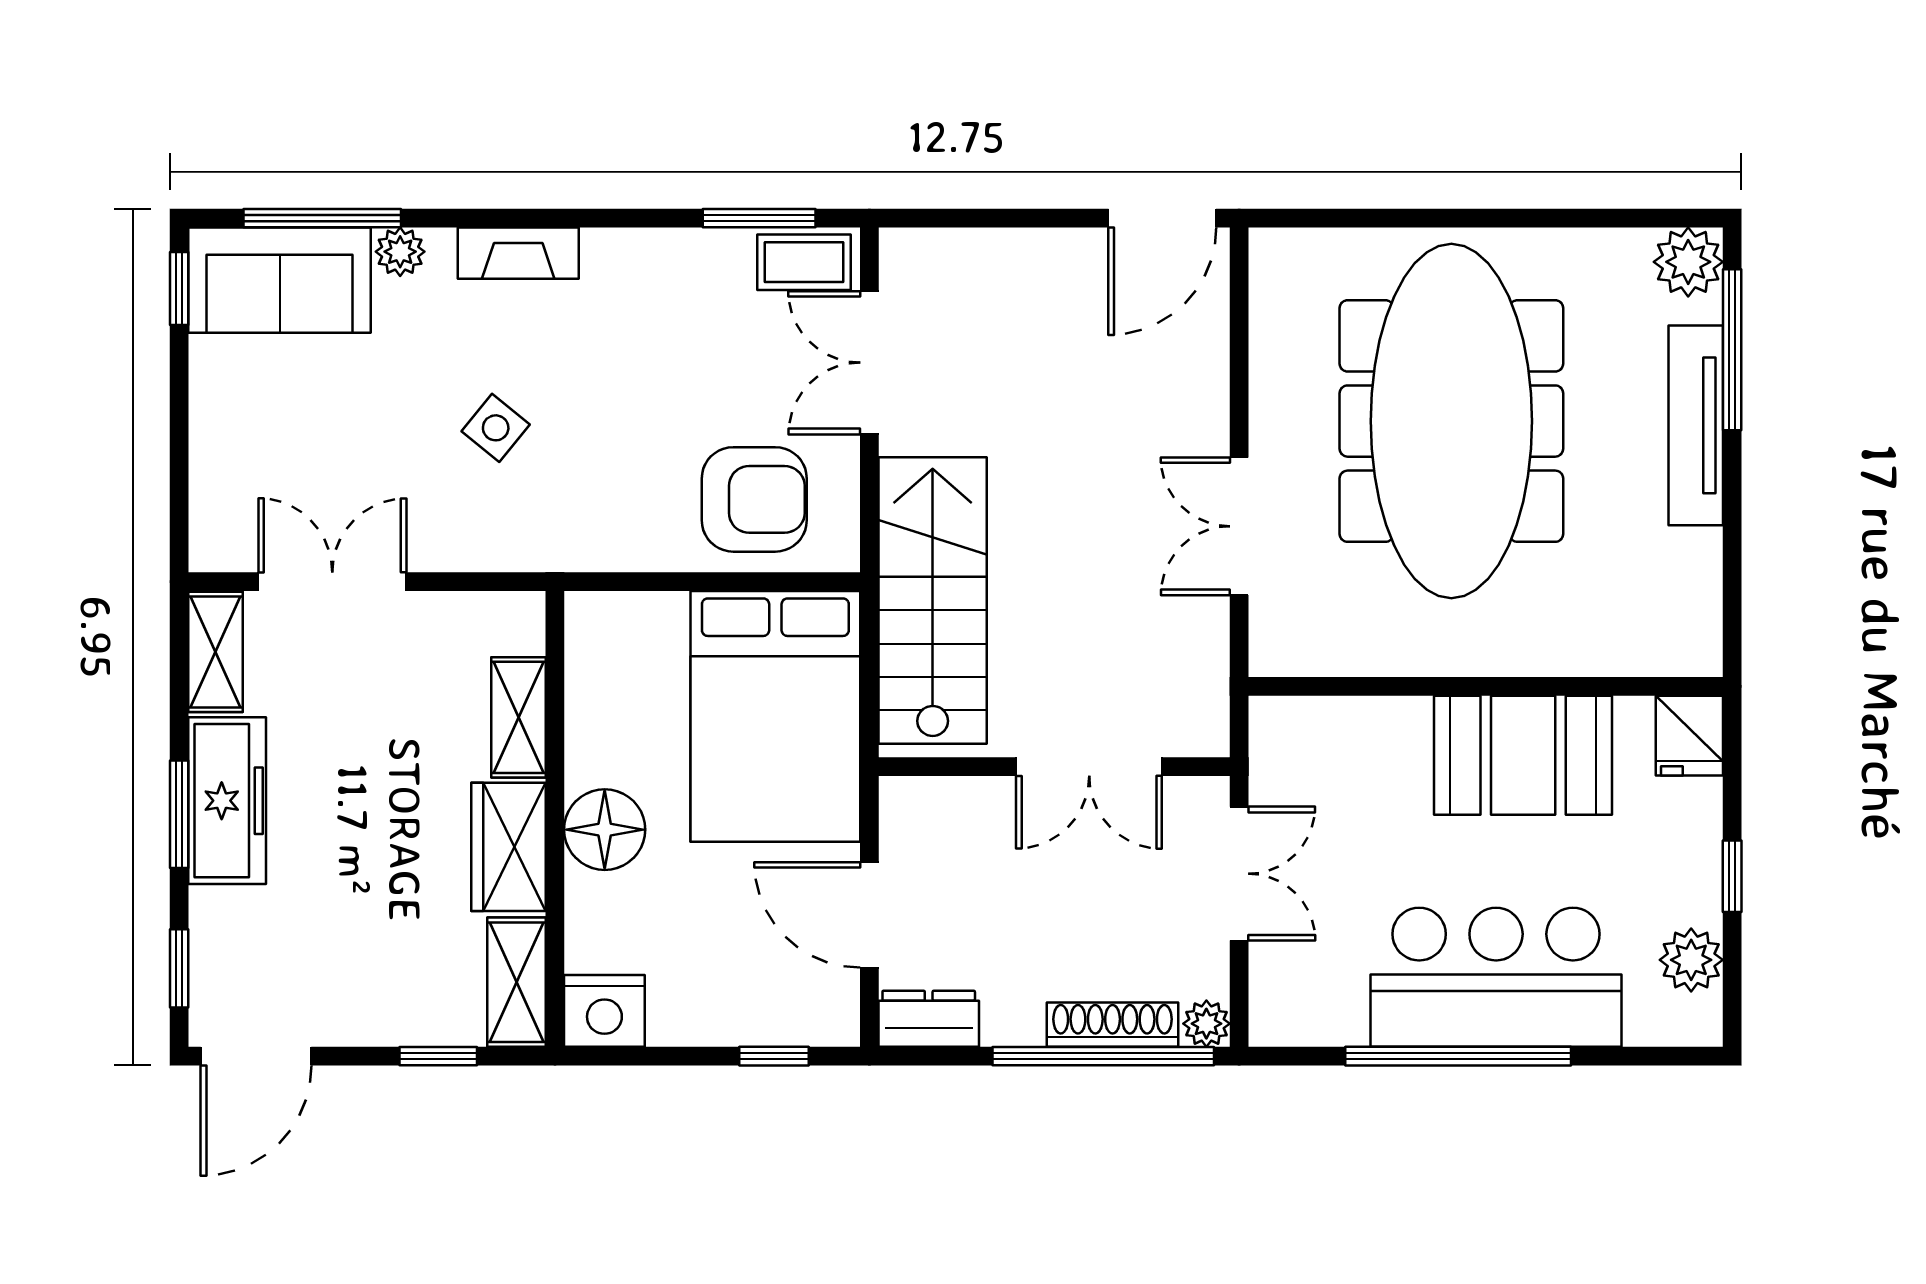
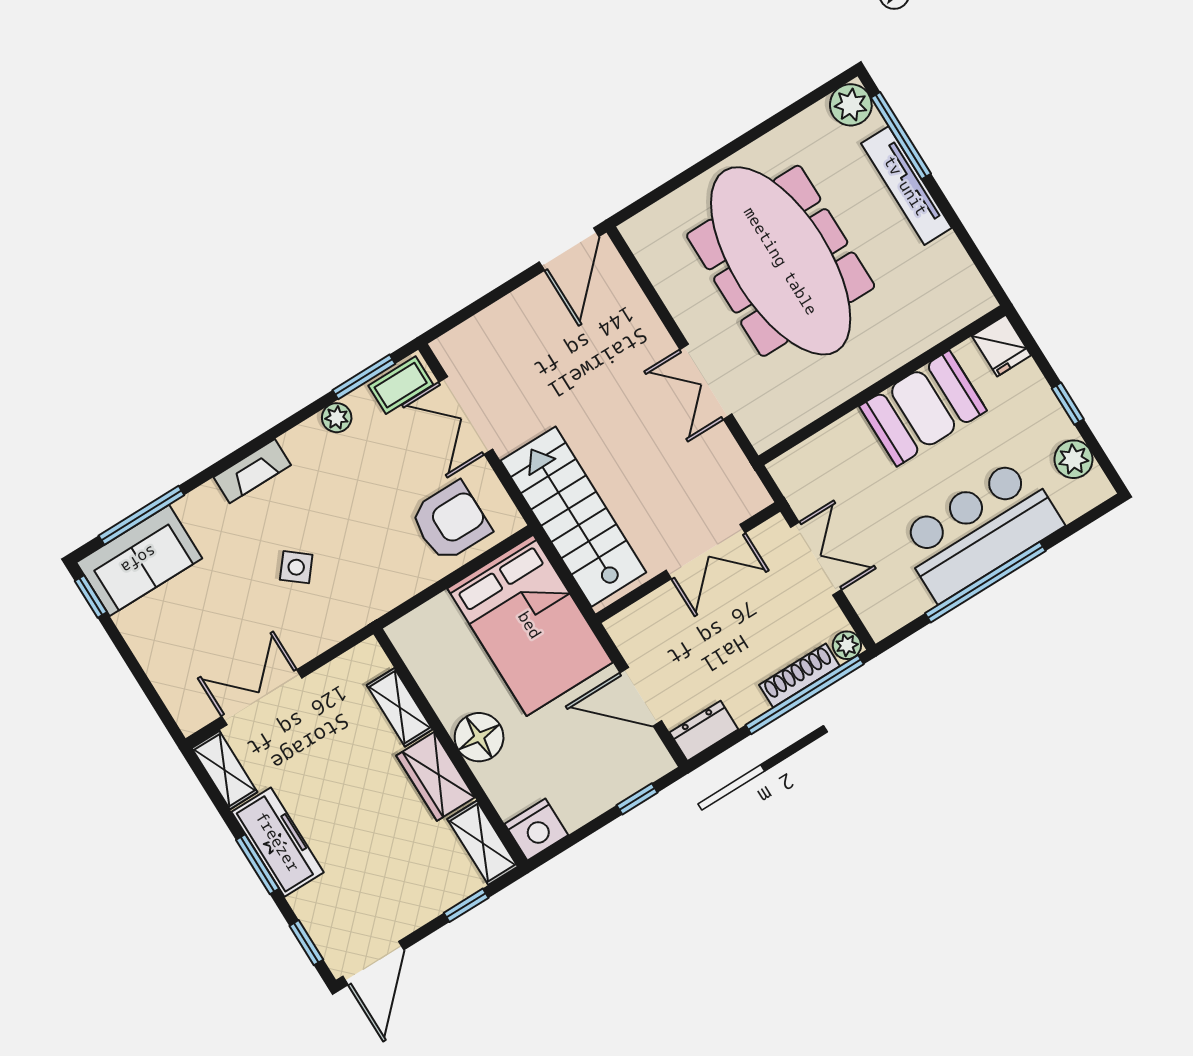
plant: (400, 252) -> (337, 418), moved

